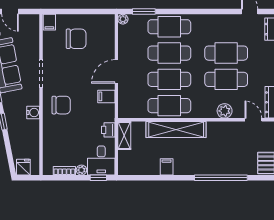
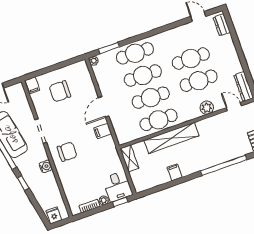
chair: (76, 39) -> (60, 91), turned 180
printer: (108, 130) -> (114, 159), removed

